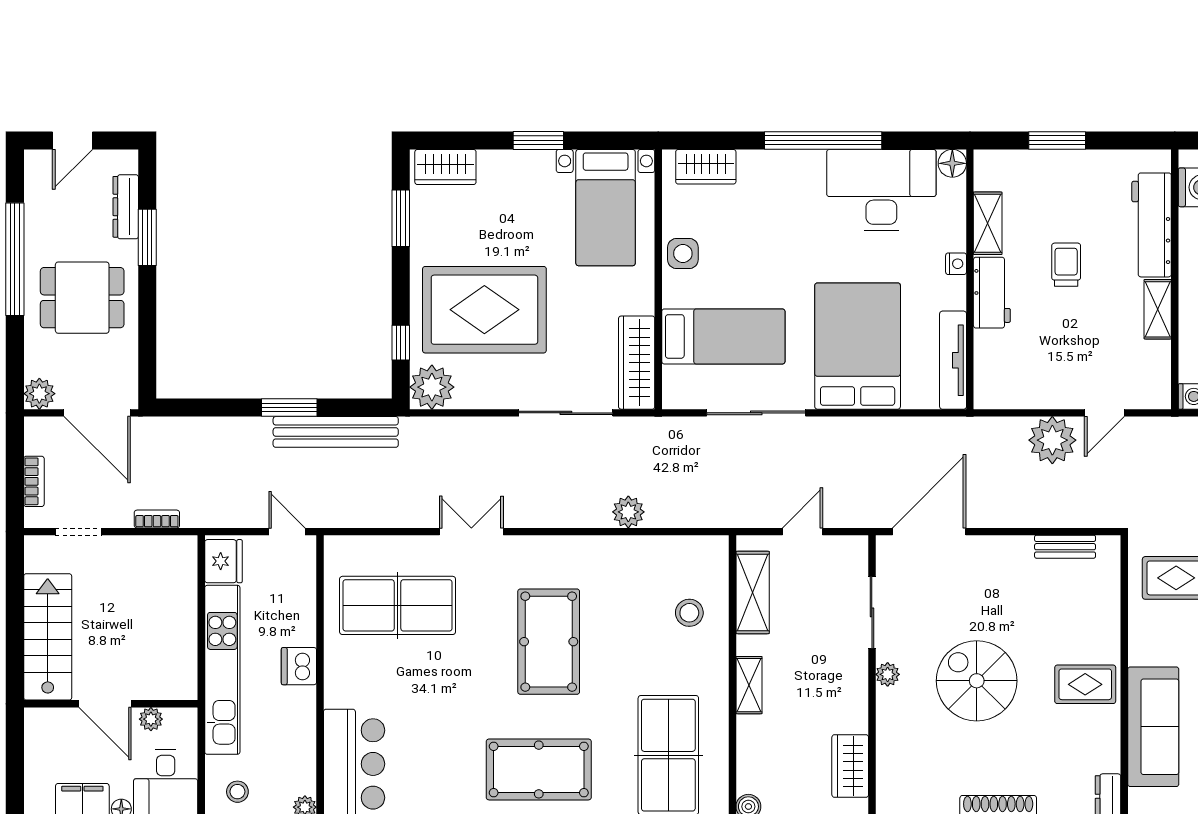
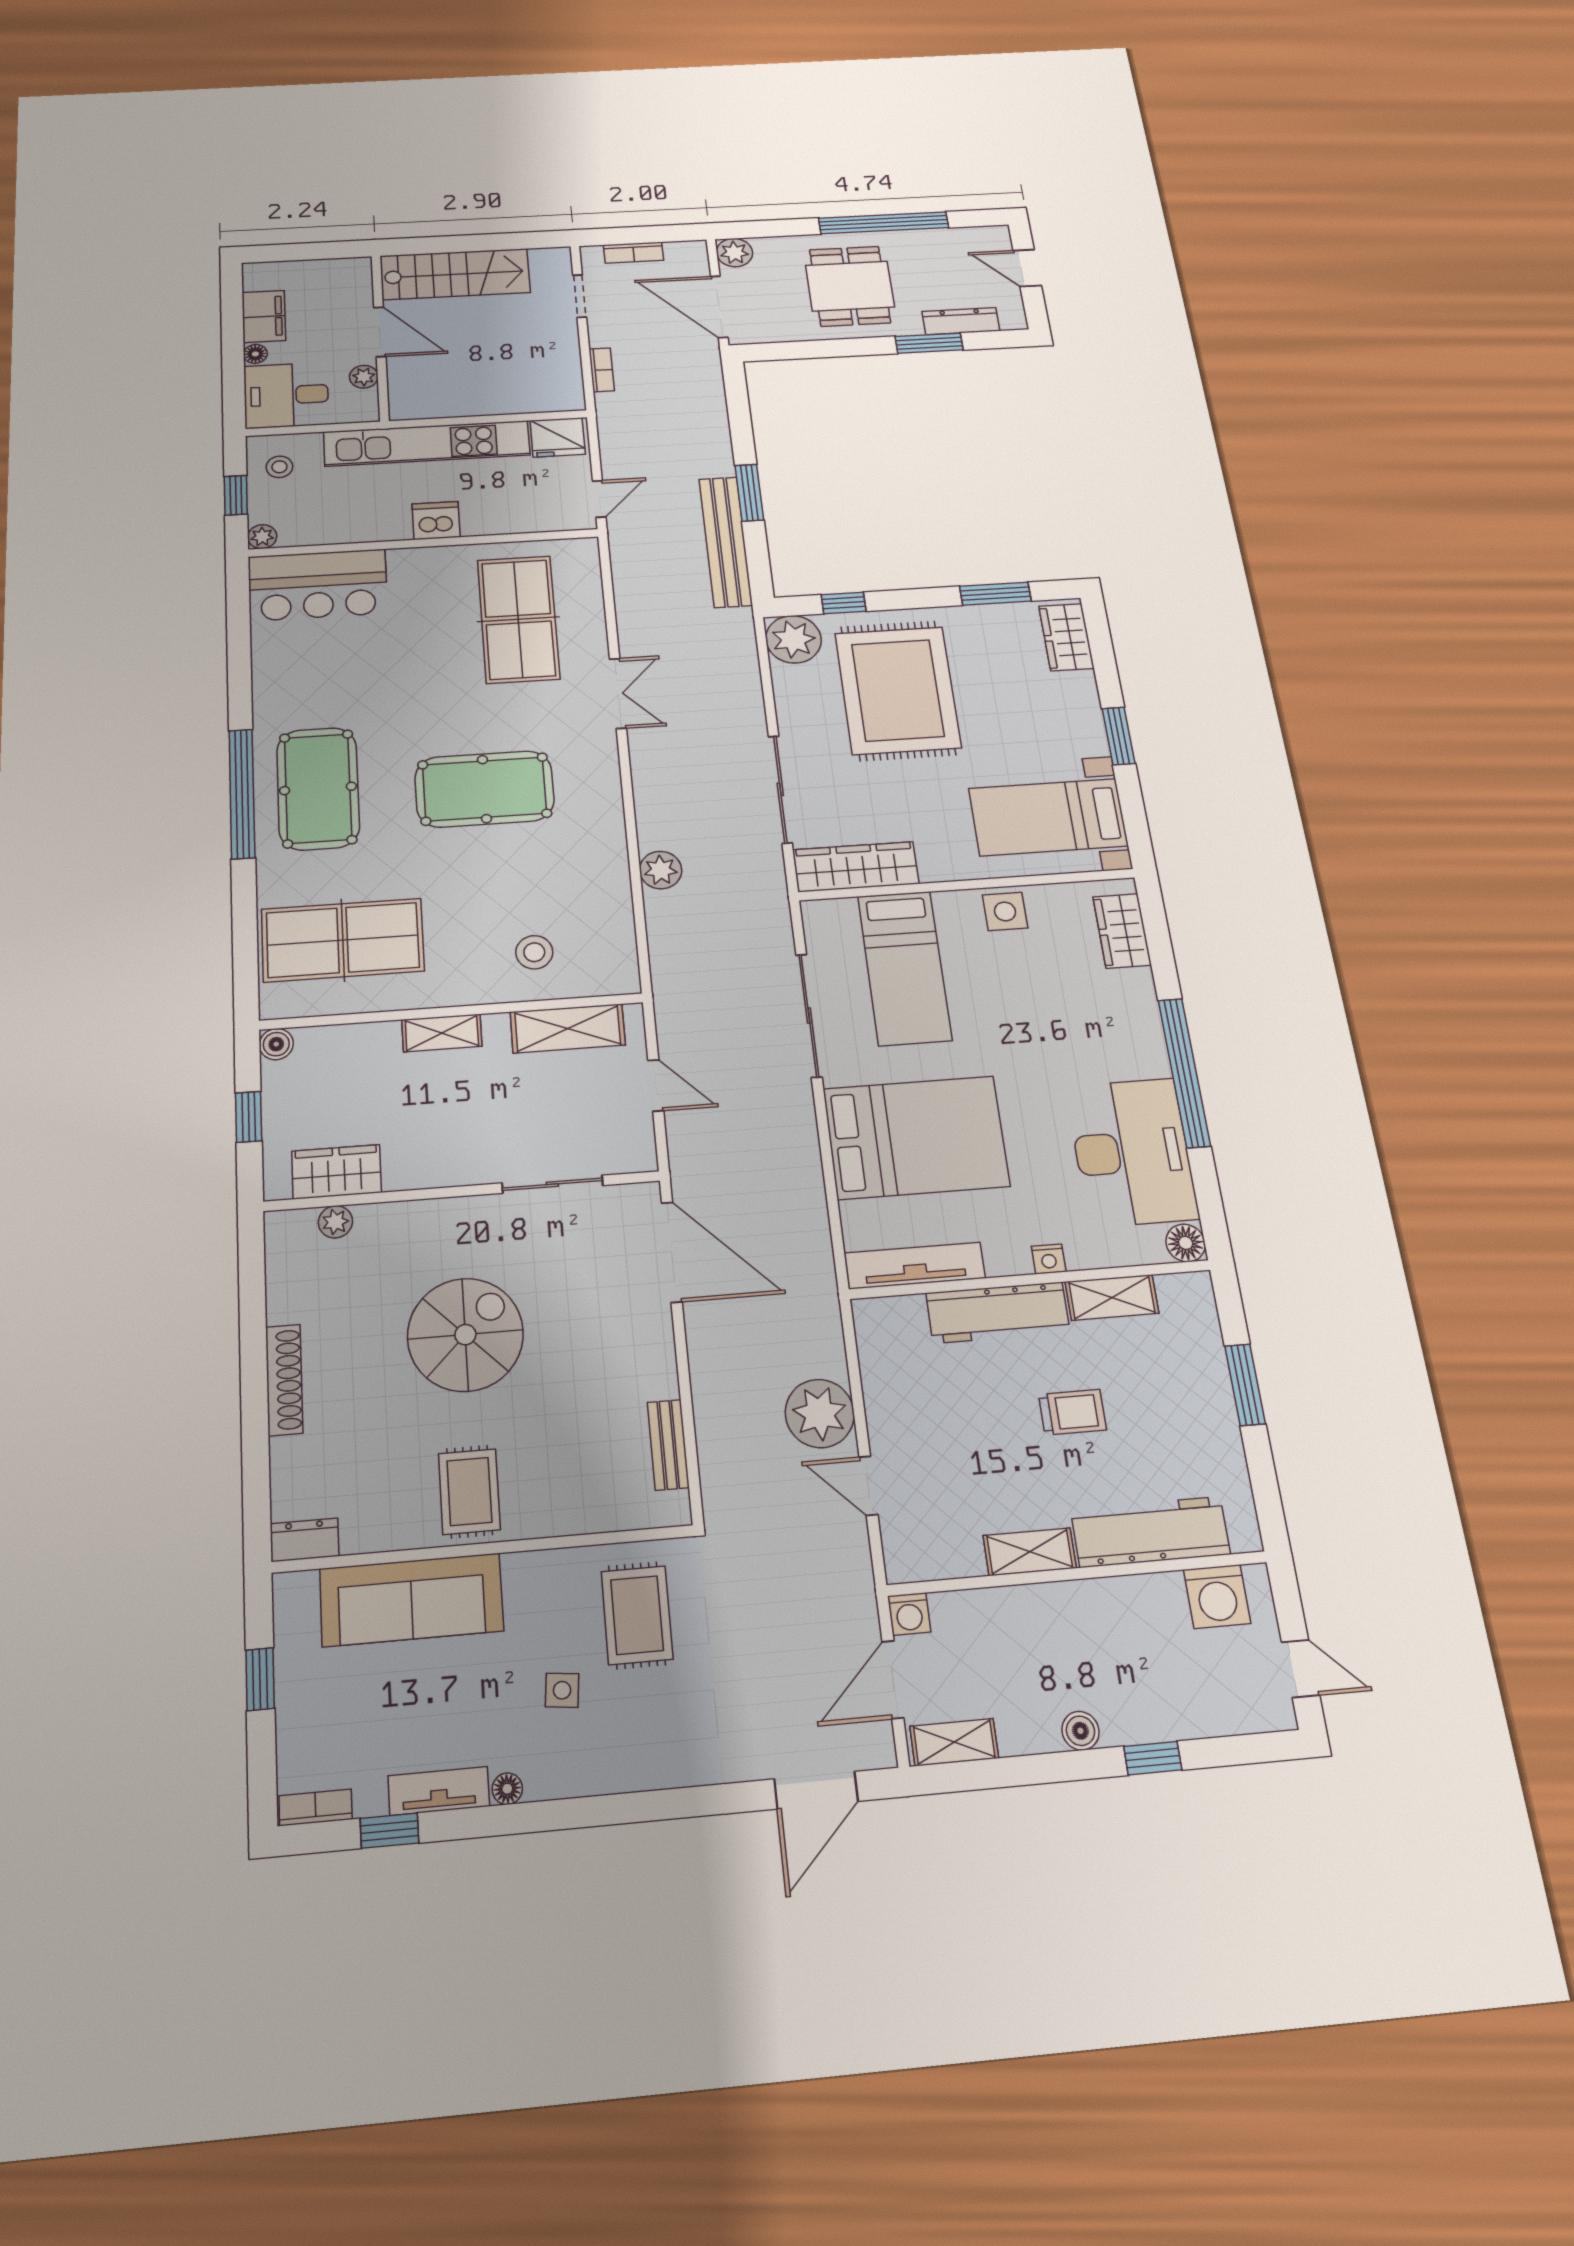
workbench: (992, 293) -> (998, 1313), width x1.37
door: (97, 413) -> (719, 307), hinge flipped
plant: (888, 674) -> (335, 1222), moved
door: (105, 704) -> (380, 332), swing flipped

